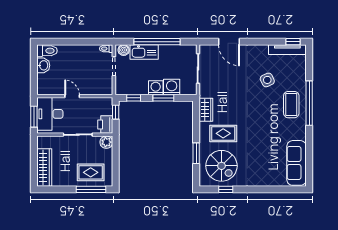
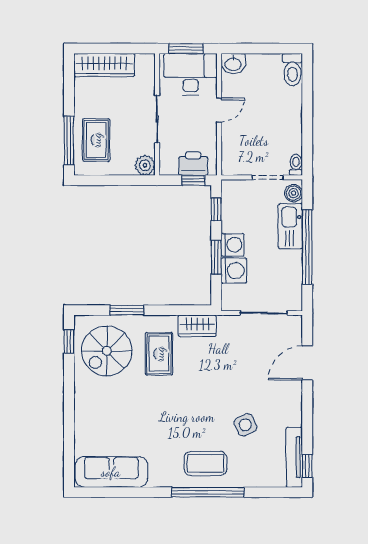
washbasin: (43, 65) -> (233, 64), moved
printer: (105, 125) -> (193, 164), moved
window: (226, 189) -> (69, 341), moved

